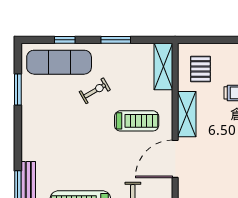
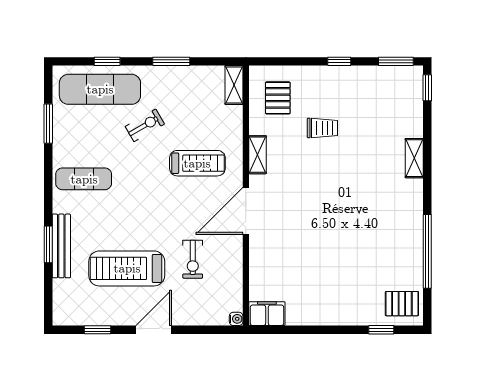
shelving: (163, 67) -> (234, 85), width x0.67, depth x0.75
shelving: (187, 114) -> (258, 155), width x0.67, depth x0.75
exercise mat: (46, 133) -> (84, 179), added

